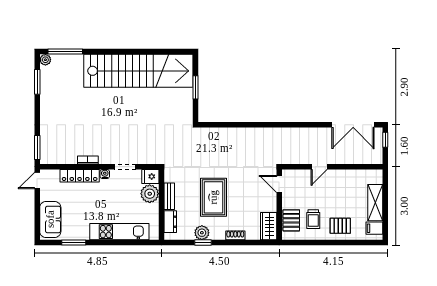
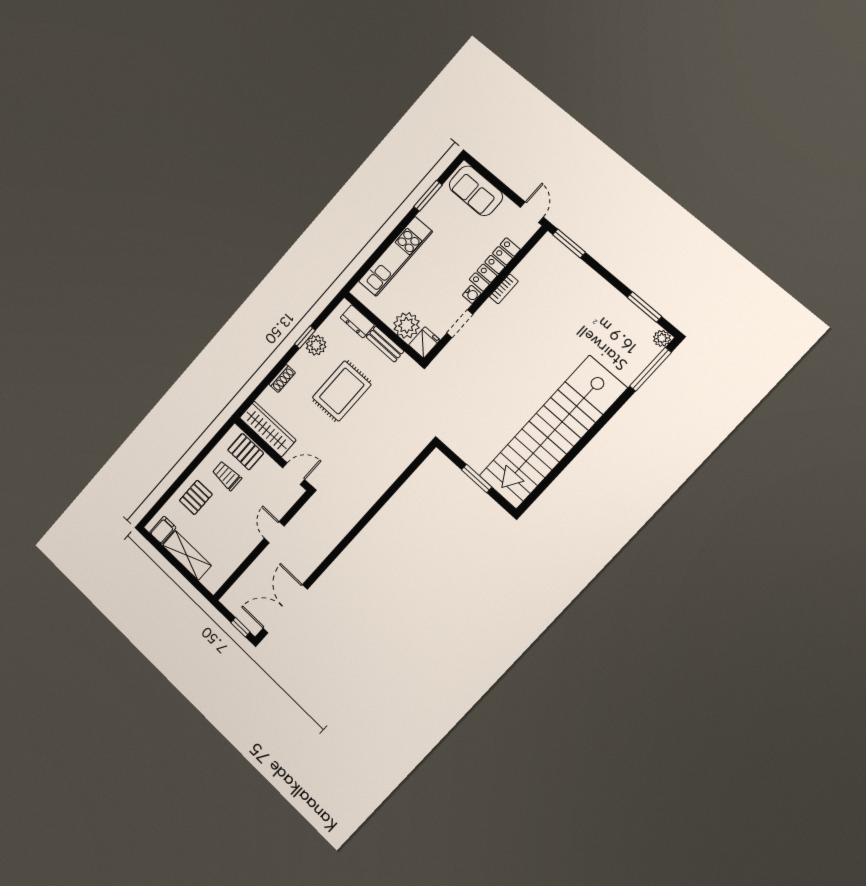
rug: (213, 197) -> (342, 391), turned 90
wardrobe: (269, 226) -> (268, 429), width x1.50

